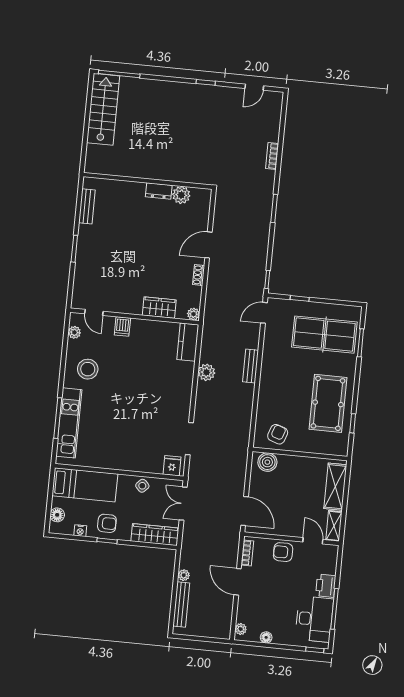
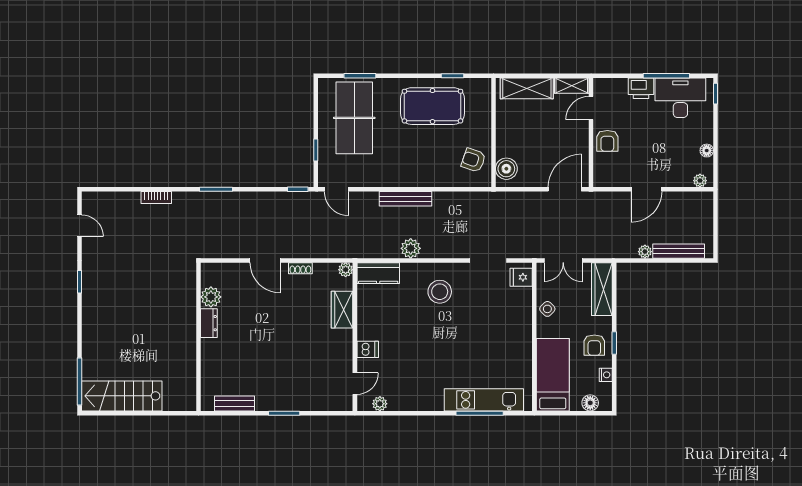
bench: (250, 366) -> (405, 199), width x1.36
stool: (88, 369) -> (440, 292), moved
armchair: (107, 523) -> (594, 345), turned 180
bookcase: (247, 553) -> (612, 181), removed

